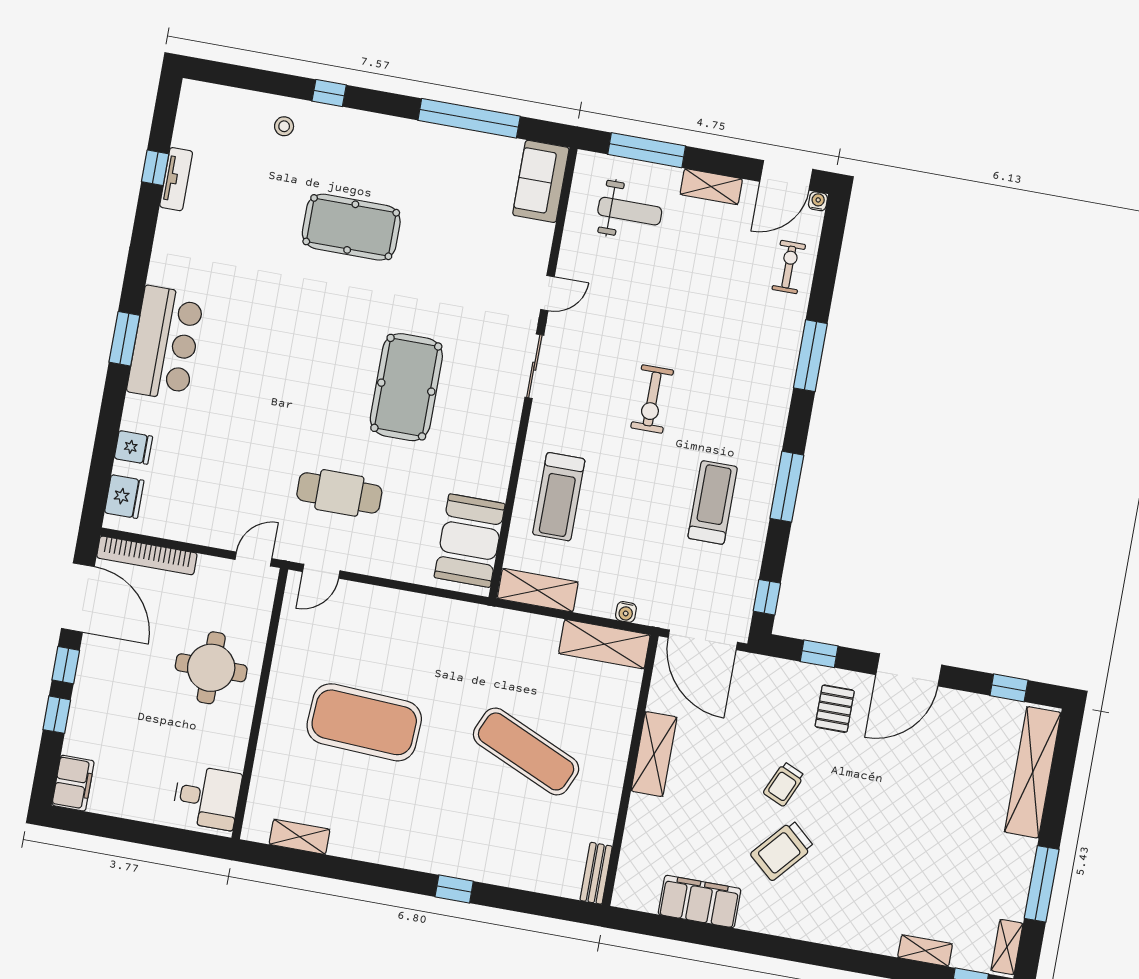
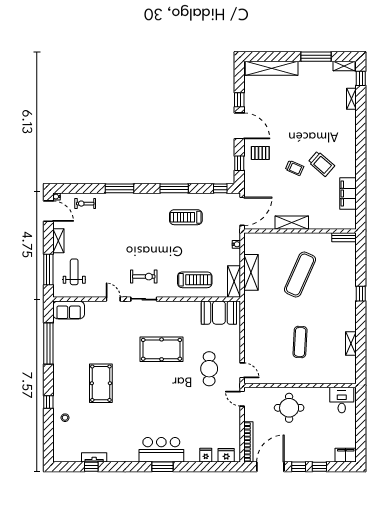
exercise bike: (652, 399) -> (144, 277), moved
shelving: (604, 644) -> (251, 272), moved
window: (1009, 688) -> (239, 100), moved
exercise mat: (364, 722) -> (300, 342), width x0.50, depth x0.69
shelving: (300, 837) -> (351, 344), moved

